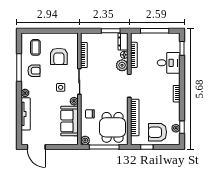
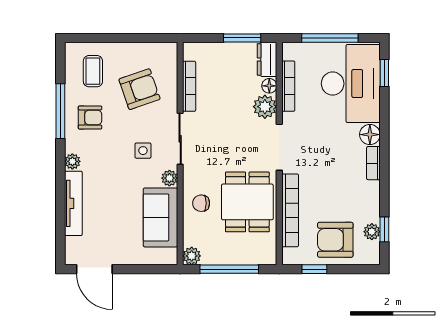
armchair: (59, 56) -> (139, 89), turned -109
desk: (169, 63) -> (351, 84), width x1.87, depth x1.30
floor lamp: (175, 79) -> (370, 135), added
dining table: (113, 127) -> (247, 202), moved

